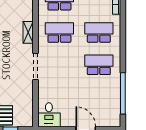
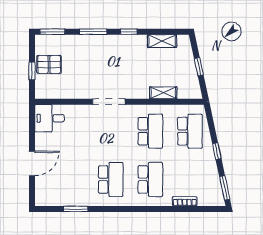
shelving: (28, 32) -> (163, 93), moved
window: (123, 93) -> (76, 209), width x0.47

